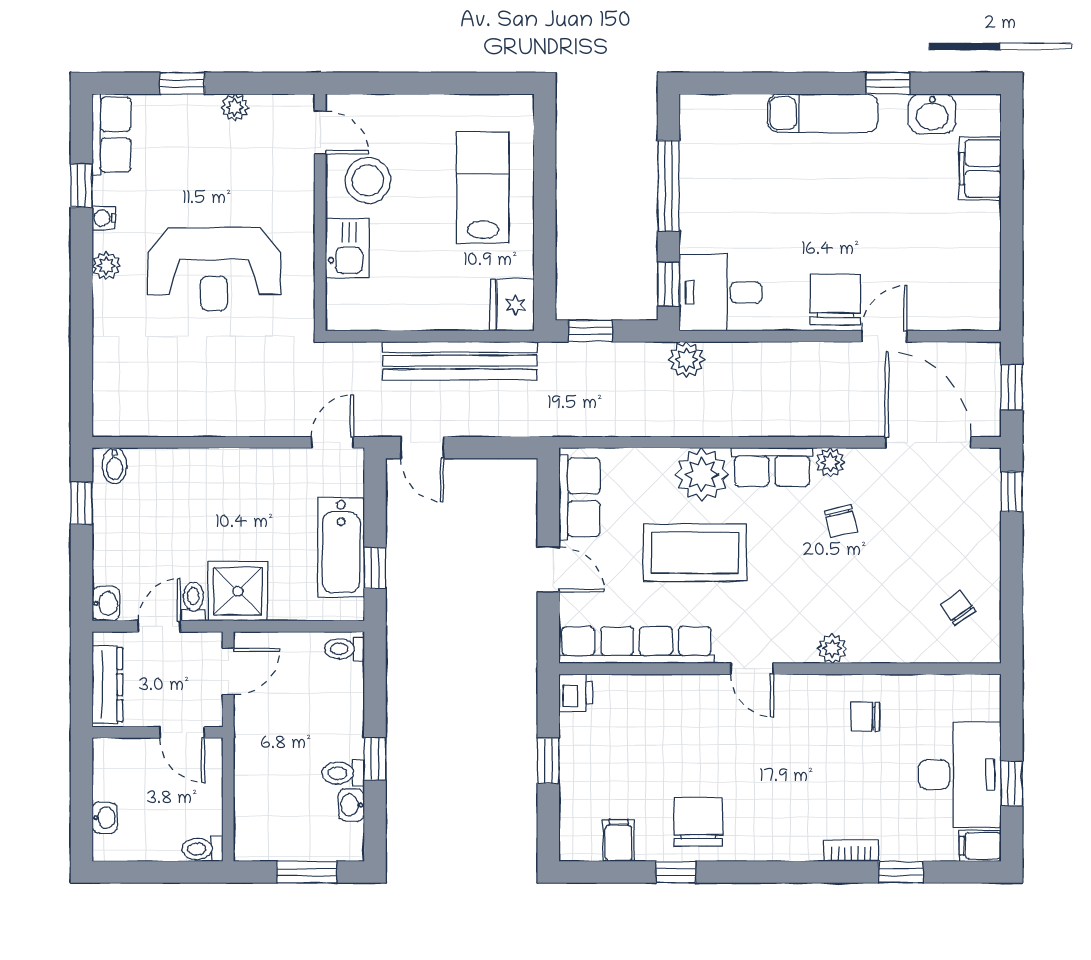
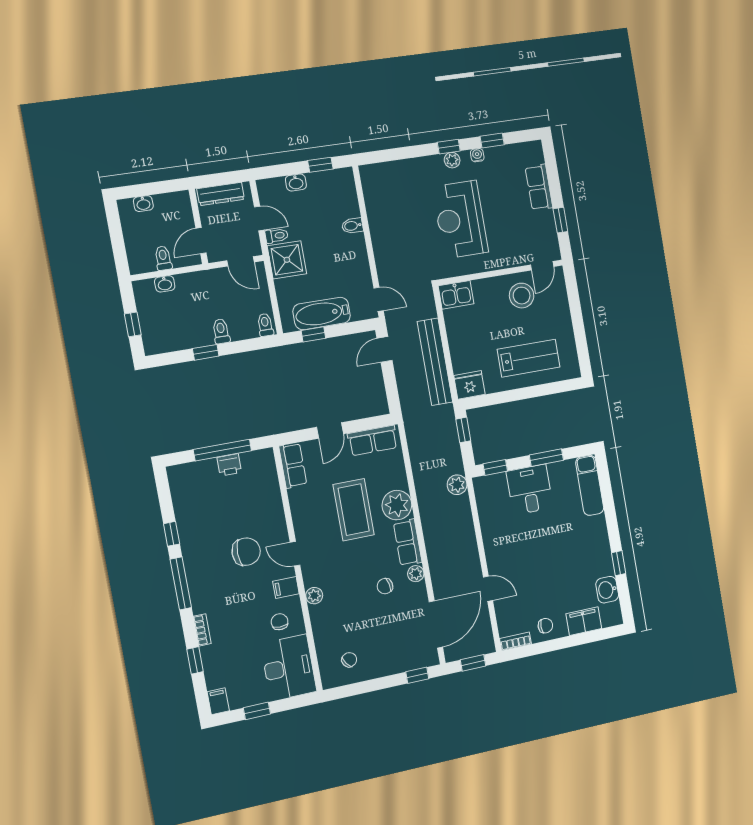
window: (182, 83) -> (560, 220), moved
plant: (235, 108) -> (547, 218), removed
exam couch: (823, 113) -> (590, 485), moved
row of seats: (111, 135) -> (539, 187), moved, turned 90
window: (669, 186) -> (546, 458), width x0.69
kitchen sink: (347, 248) -> (456, 295), moved
window: (81, 267) -> (449, 147), added
desk: (720, 293) -> (530, 490), moved
chair: (835, 300) -> (545, 626), moved, width x0.54, depth x0.54
bookcase: (990, 302) -> (515, 641), added
bidet: (114, 466) -> (352, 226), moved
washbasin: (106, 604) -> (296, 182), moved
row of seats: (636, 645) -> (293, 466), width x0.50
door: (752, 669) -> (295, 554), hinge flipped
printer: (576, 693) -> (229, 465), moved
window: (548, 761) -> (222, 450), width x2.17
toilet: (343, 773) -> (221, 331), moved
desk: (960, 775) -> (289, 668), moved, turned -90
washbasin: (351, 805) -> (165, 284), moved, turned 180
chair: (698, 822) -> (246, 552), moved
filing cabinet: (619, 840) -> (286, 588), moved, turned 180
toilet: (202, 849) -> (163, 258), moved
window: (307, 872) -> (133, 324), width x0.67
window: (764, 872) -> (181, 583), added

